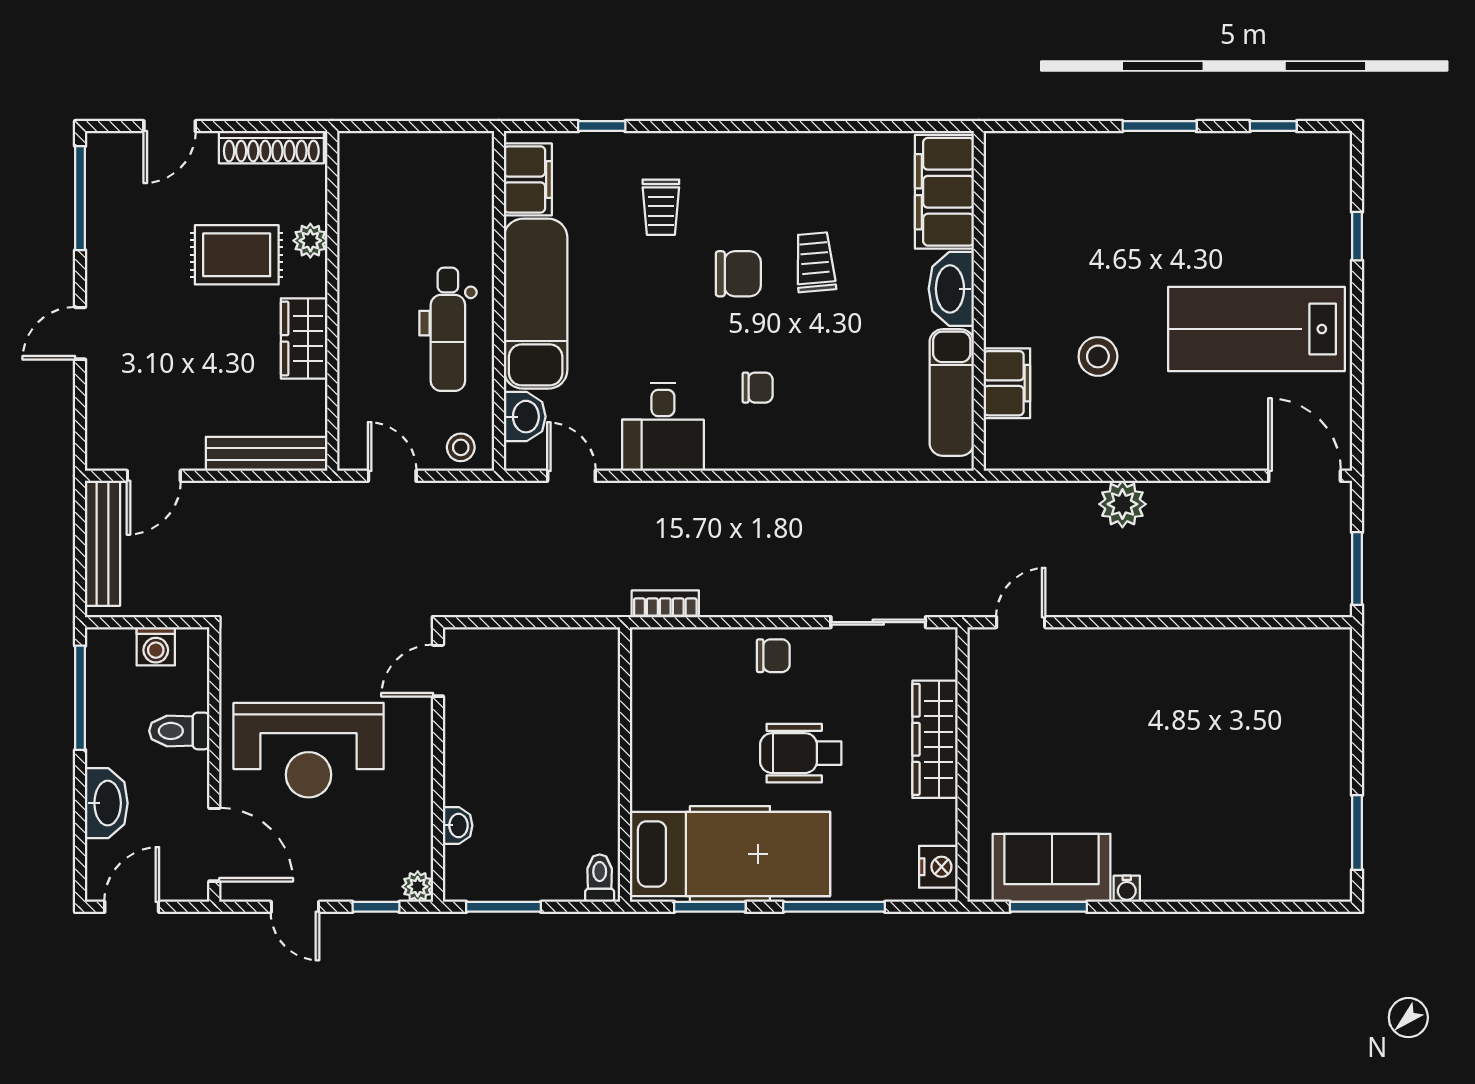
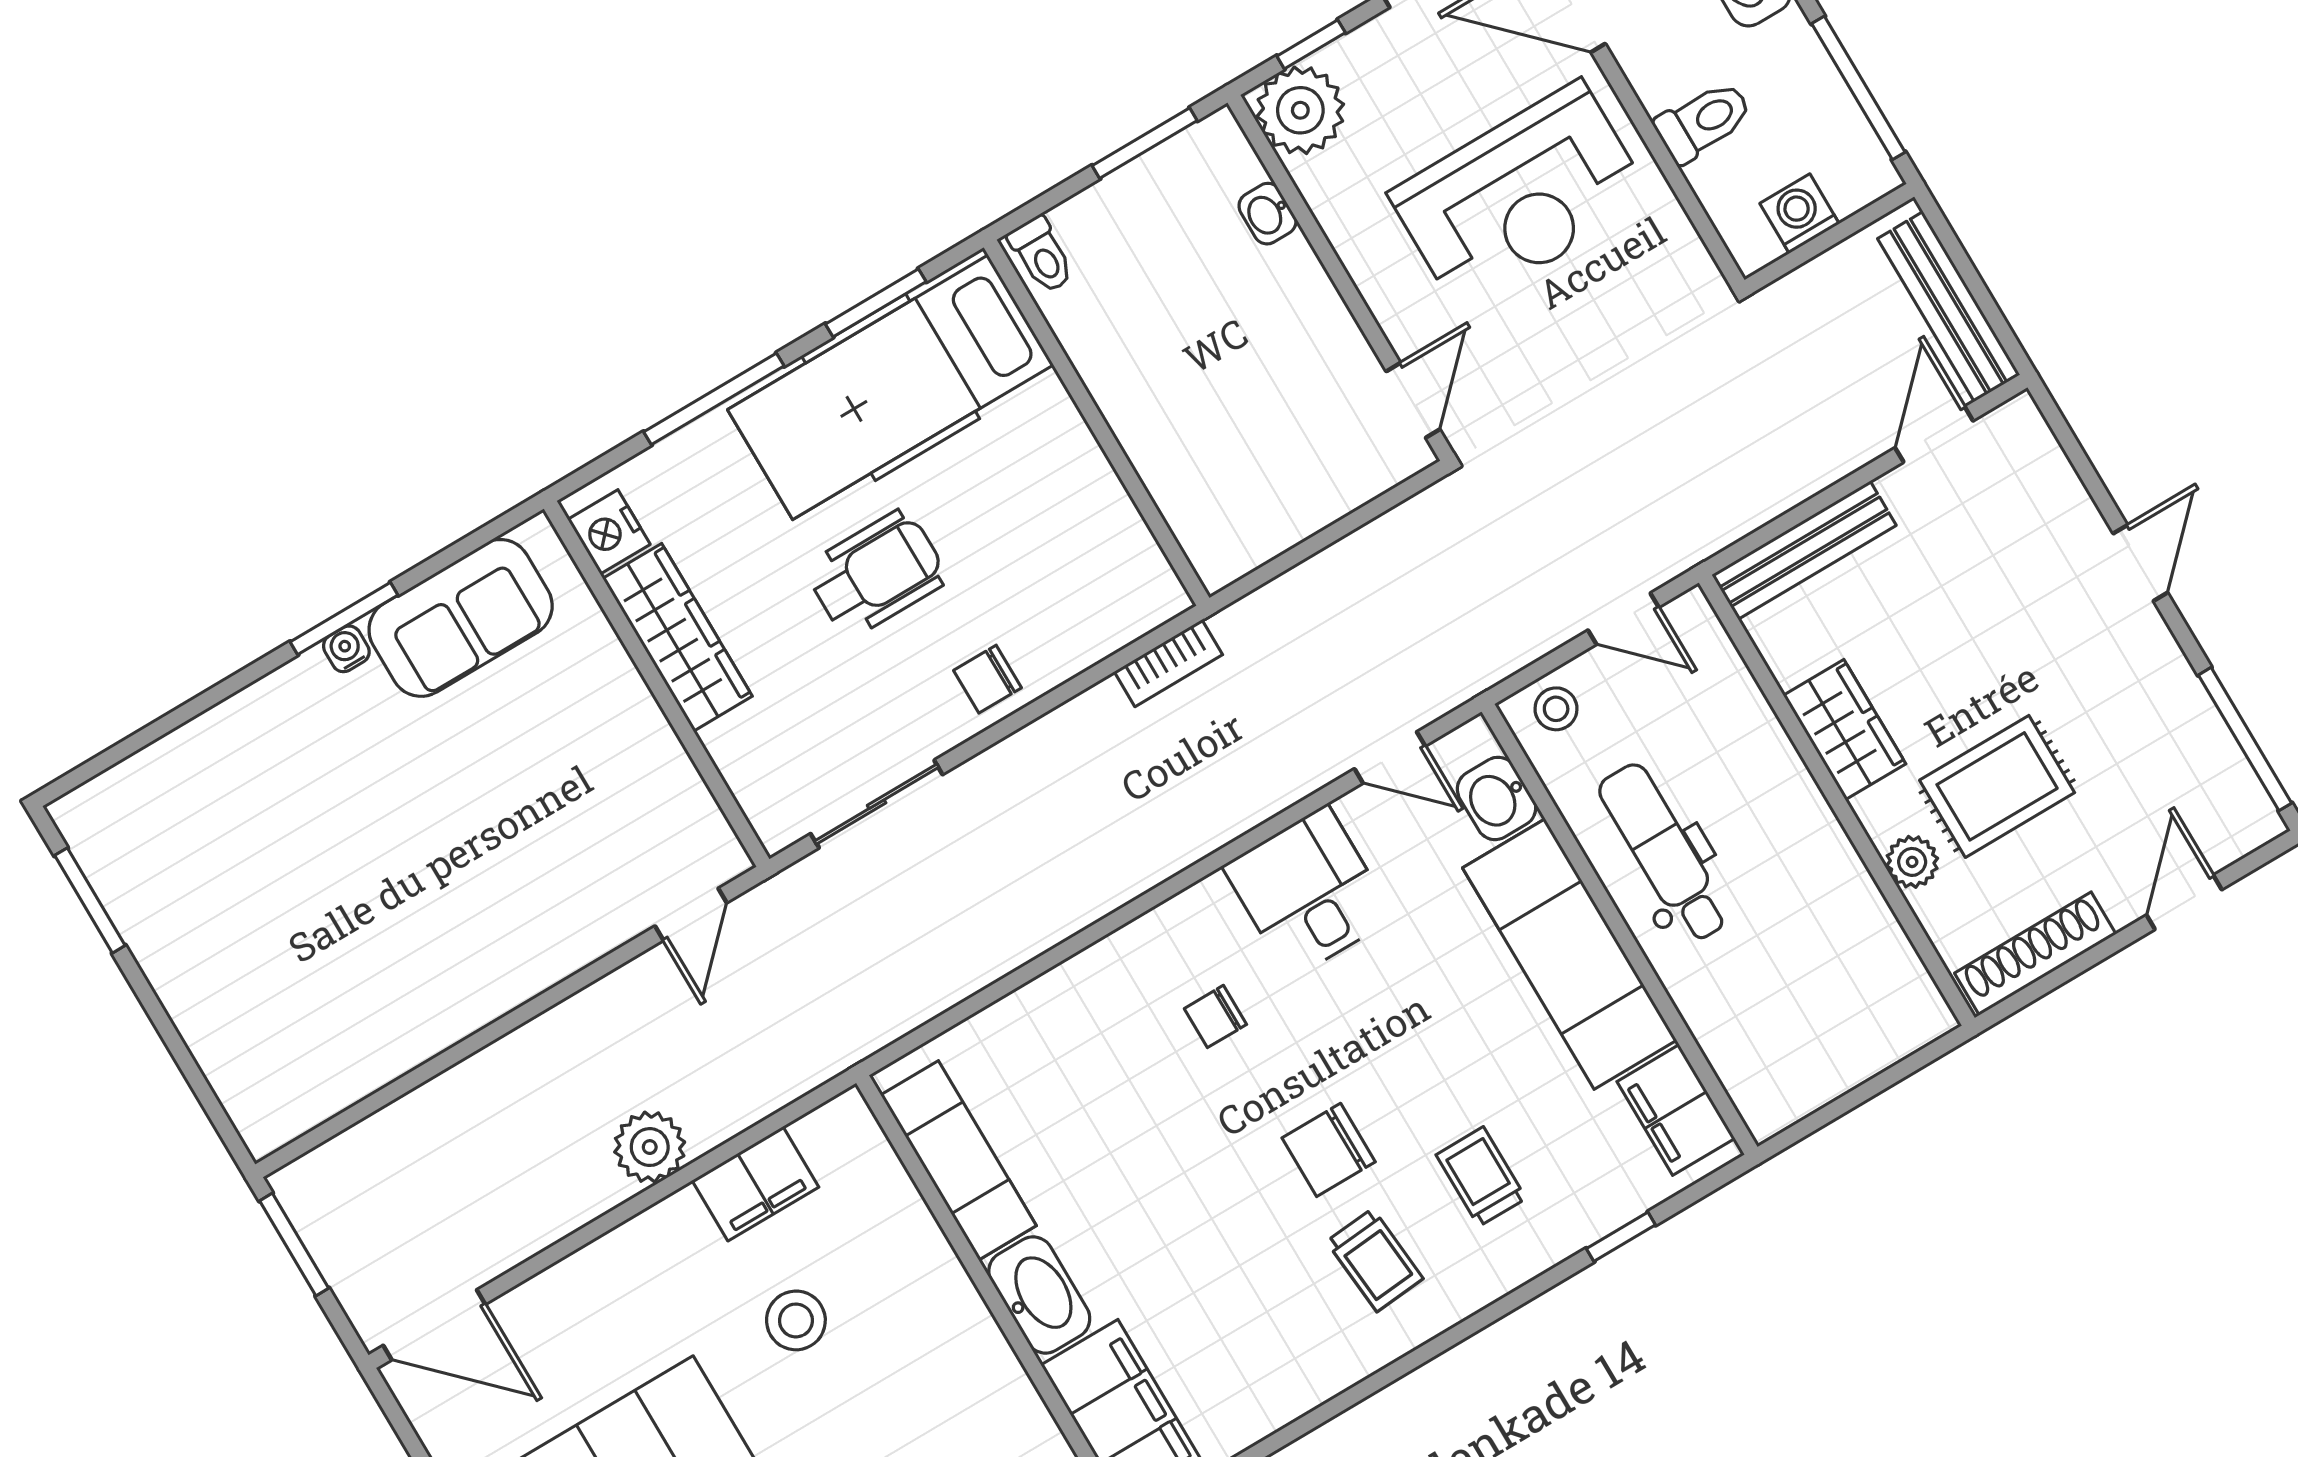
trolley: (815, 262) -> (1375, 1260), moved
filing cabinet: (1007, 383) -> (755, 1184), moved, turned -90
wardrobe: (935, 739) -> (678, 637), moved
reception desk: (309, 750) -> (1520, 196), turned 180
plant: (418, 887) -> (1300, 110), width x1.88, depth x1.88
window: (1048, 907) -> (344, 618), moved

